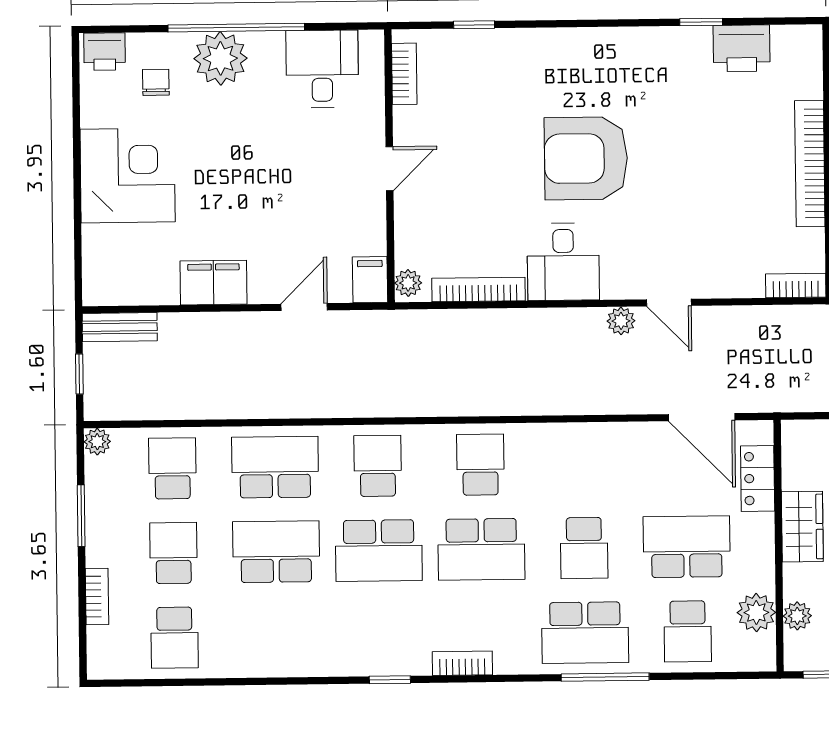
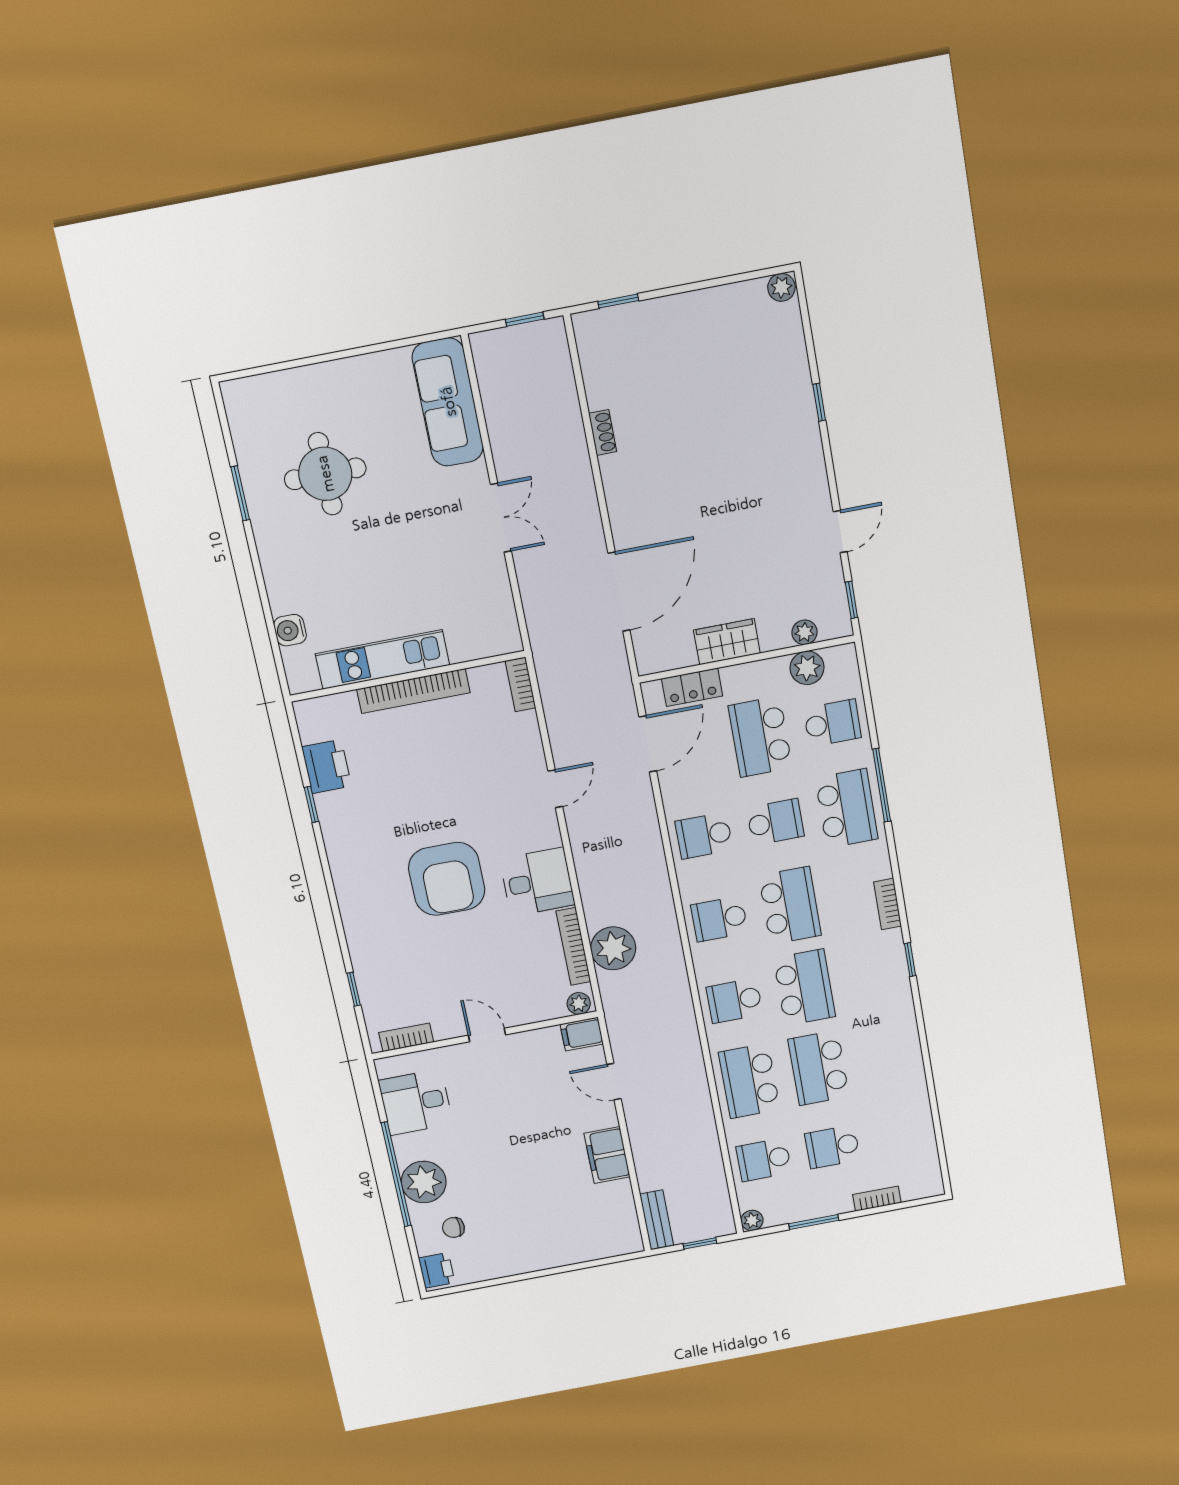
corner desk: (128, 176) -> (533, 1236), removed
plant: (621, 321) -> (613, 948), moved, width x1.88, depth x1.88
school desk: (175, 638) -> (704, 836), moved, turned 180

